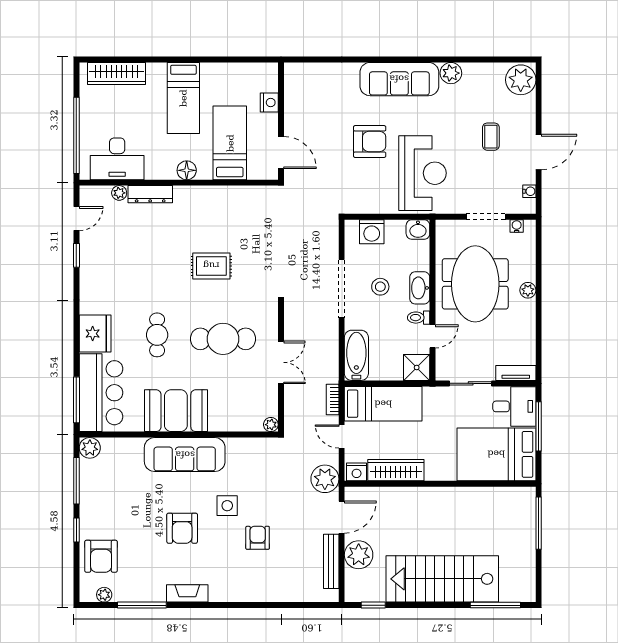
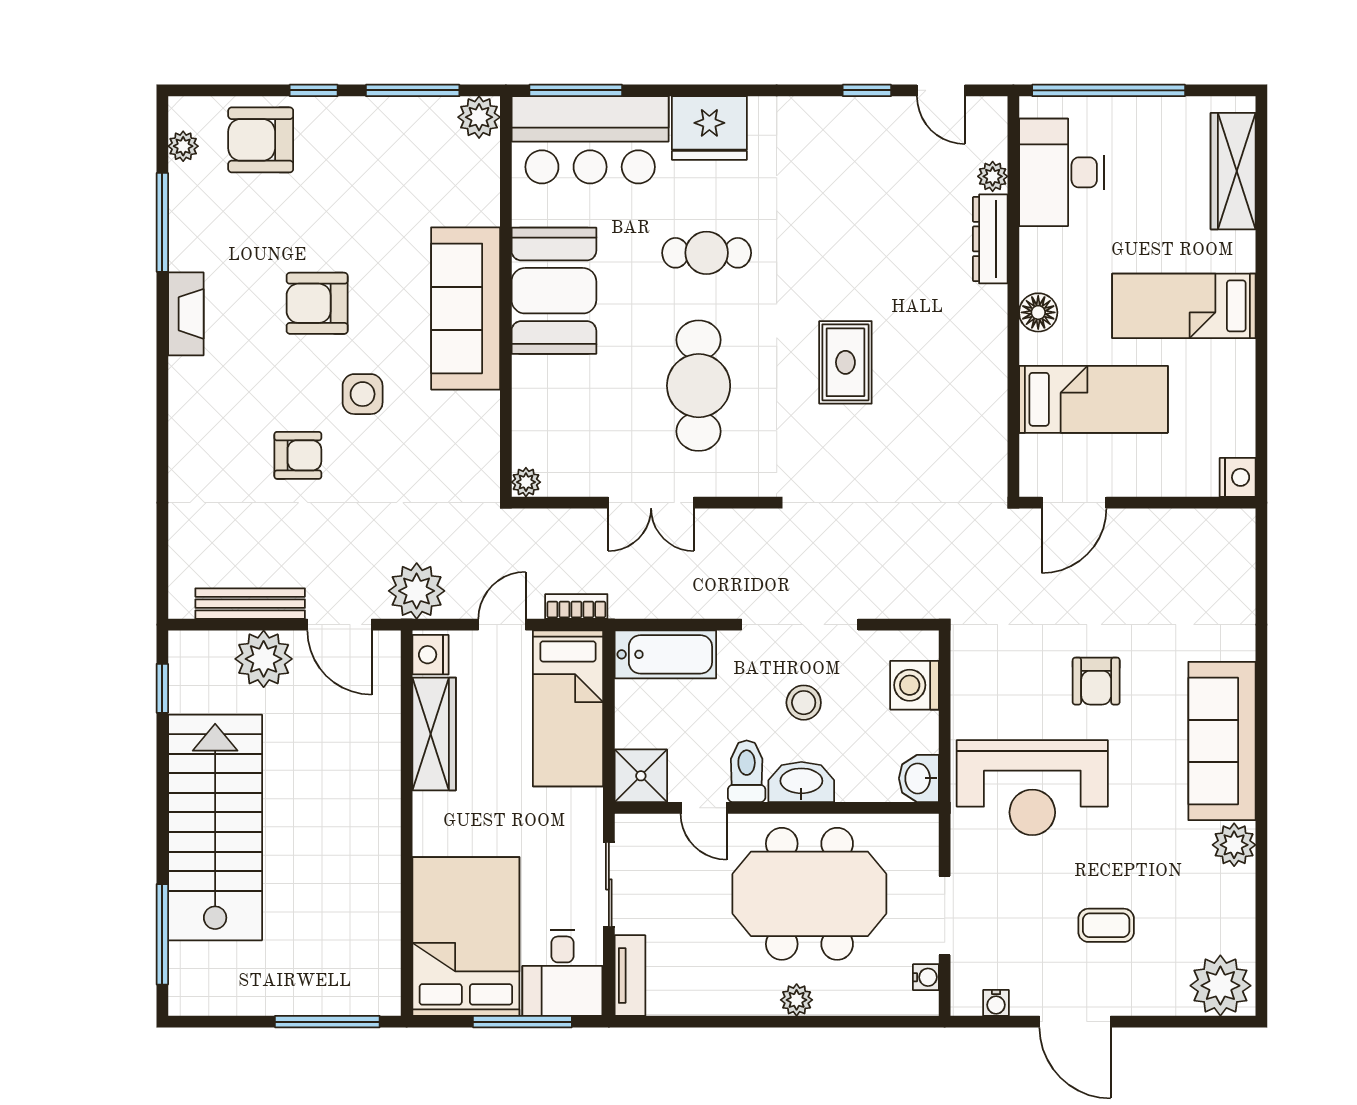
nightstand: (269, 102) -> (1238, 477), moved, turned -90
armchair: (370, 142) -> (1096, 681), width x0.72, depth x0.72
toilet: (419, 318) -> (747, 771), width x1.37, depth x1.39

